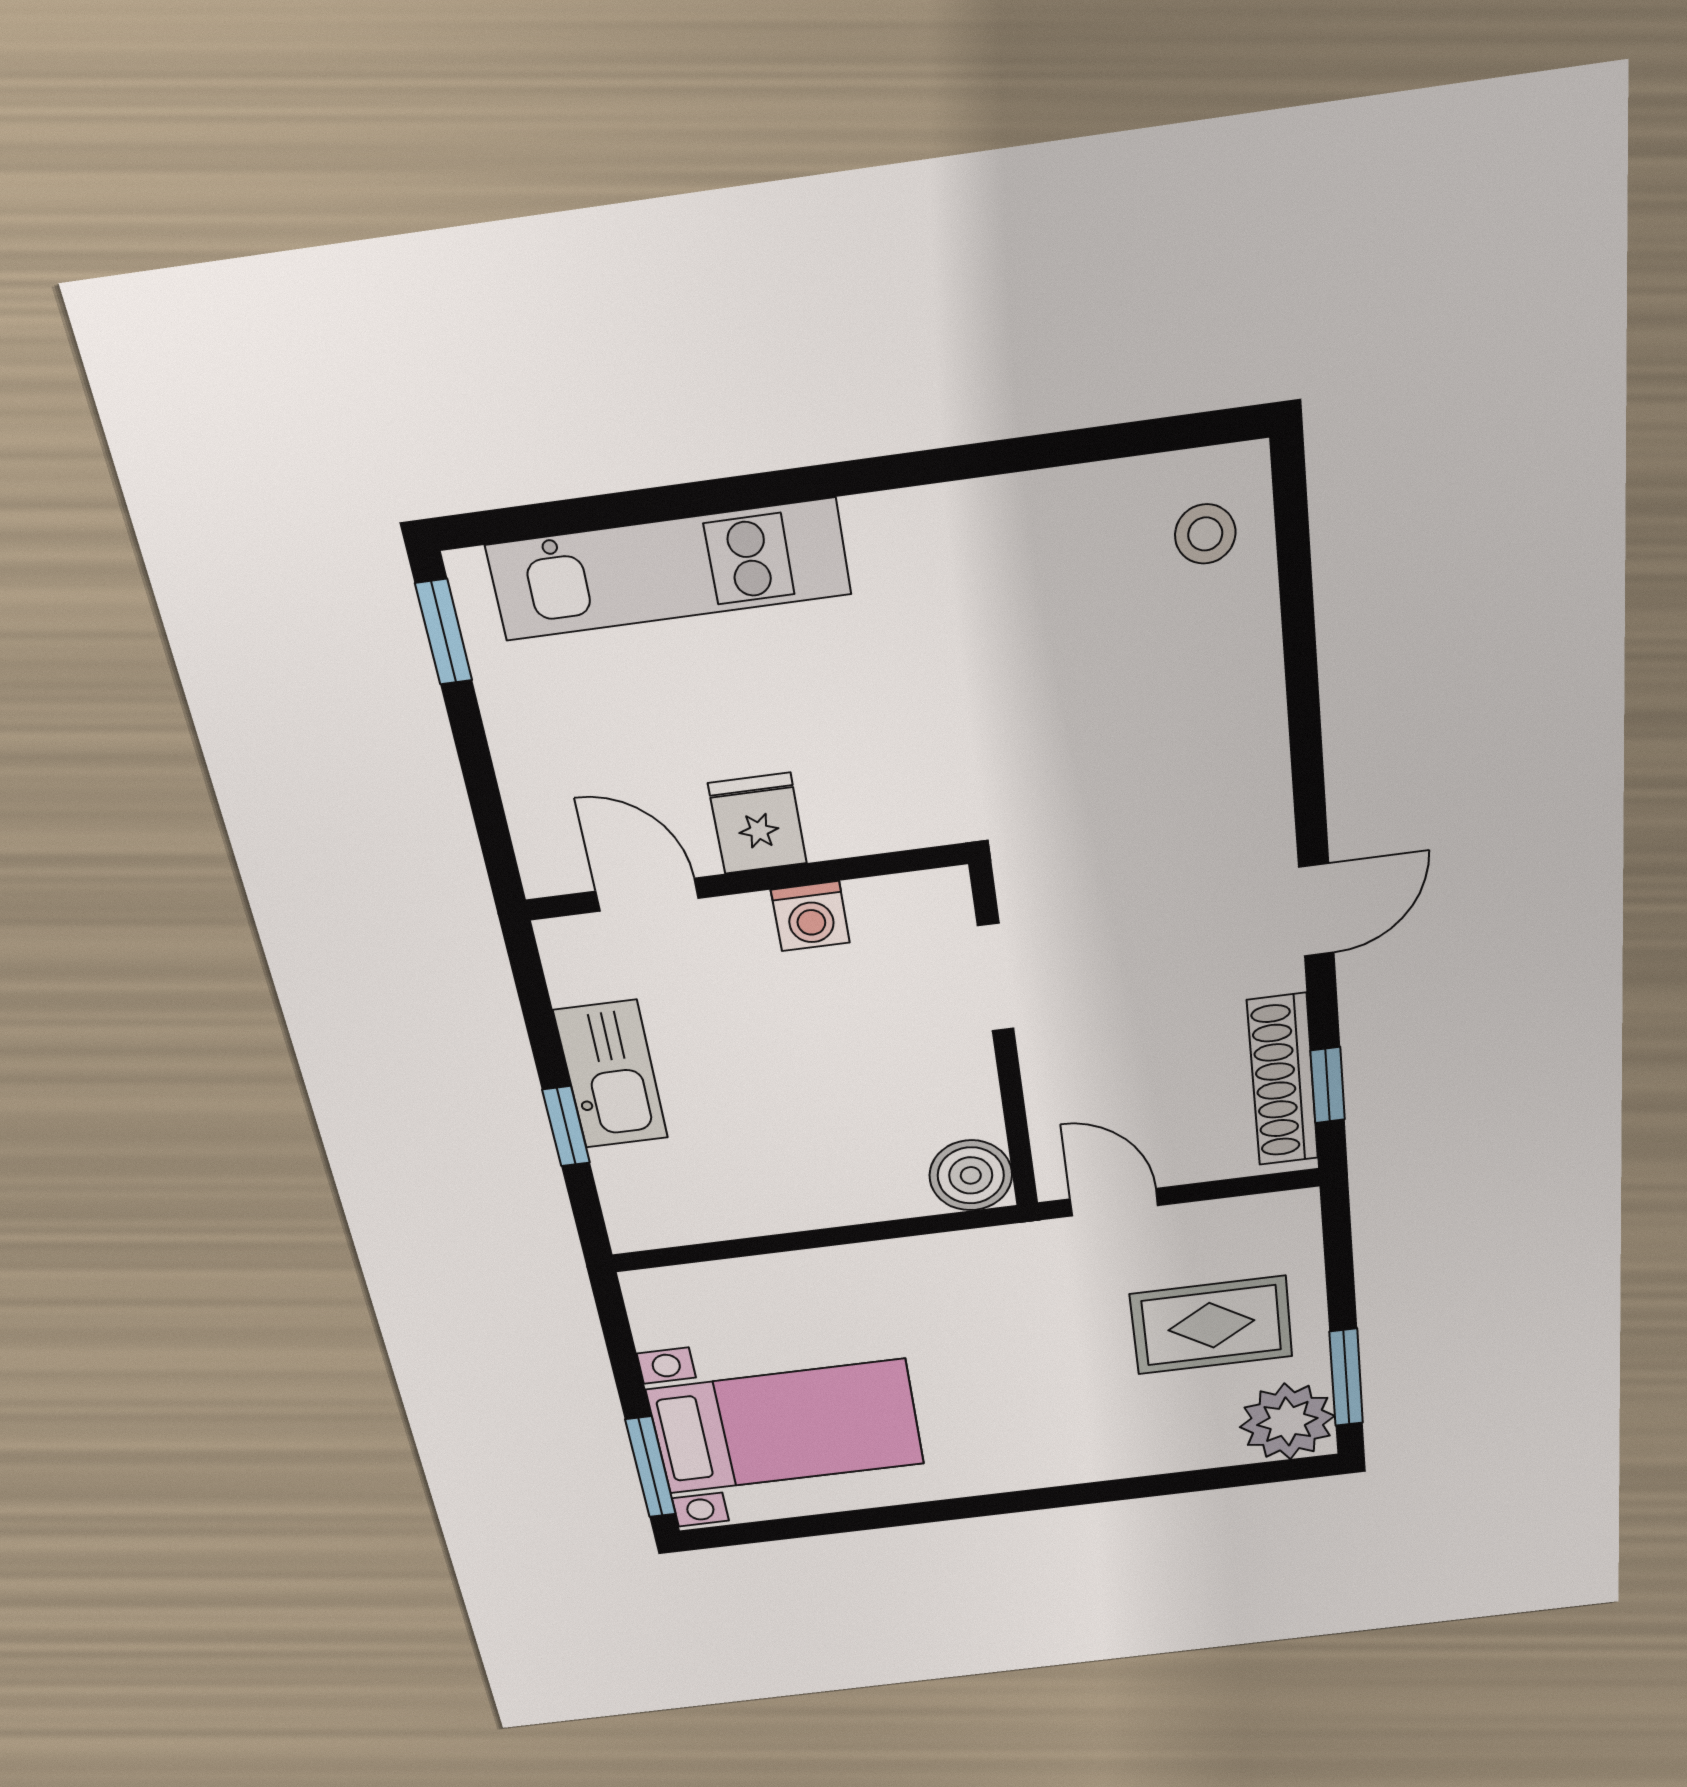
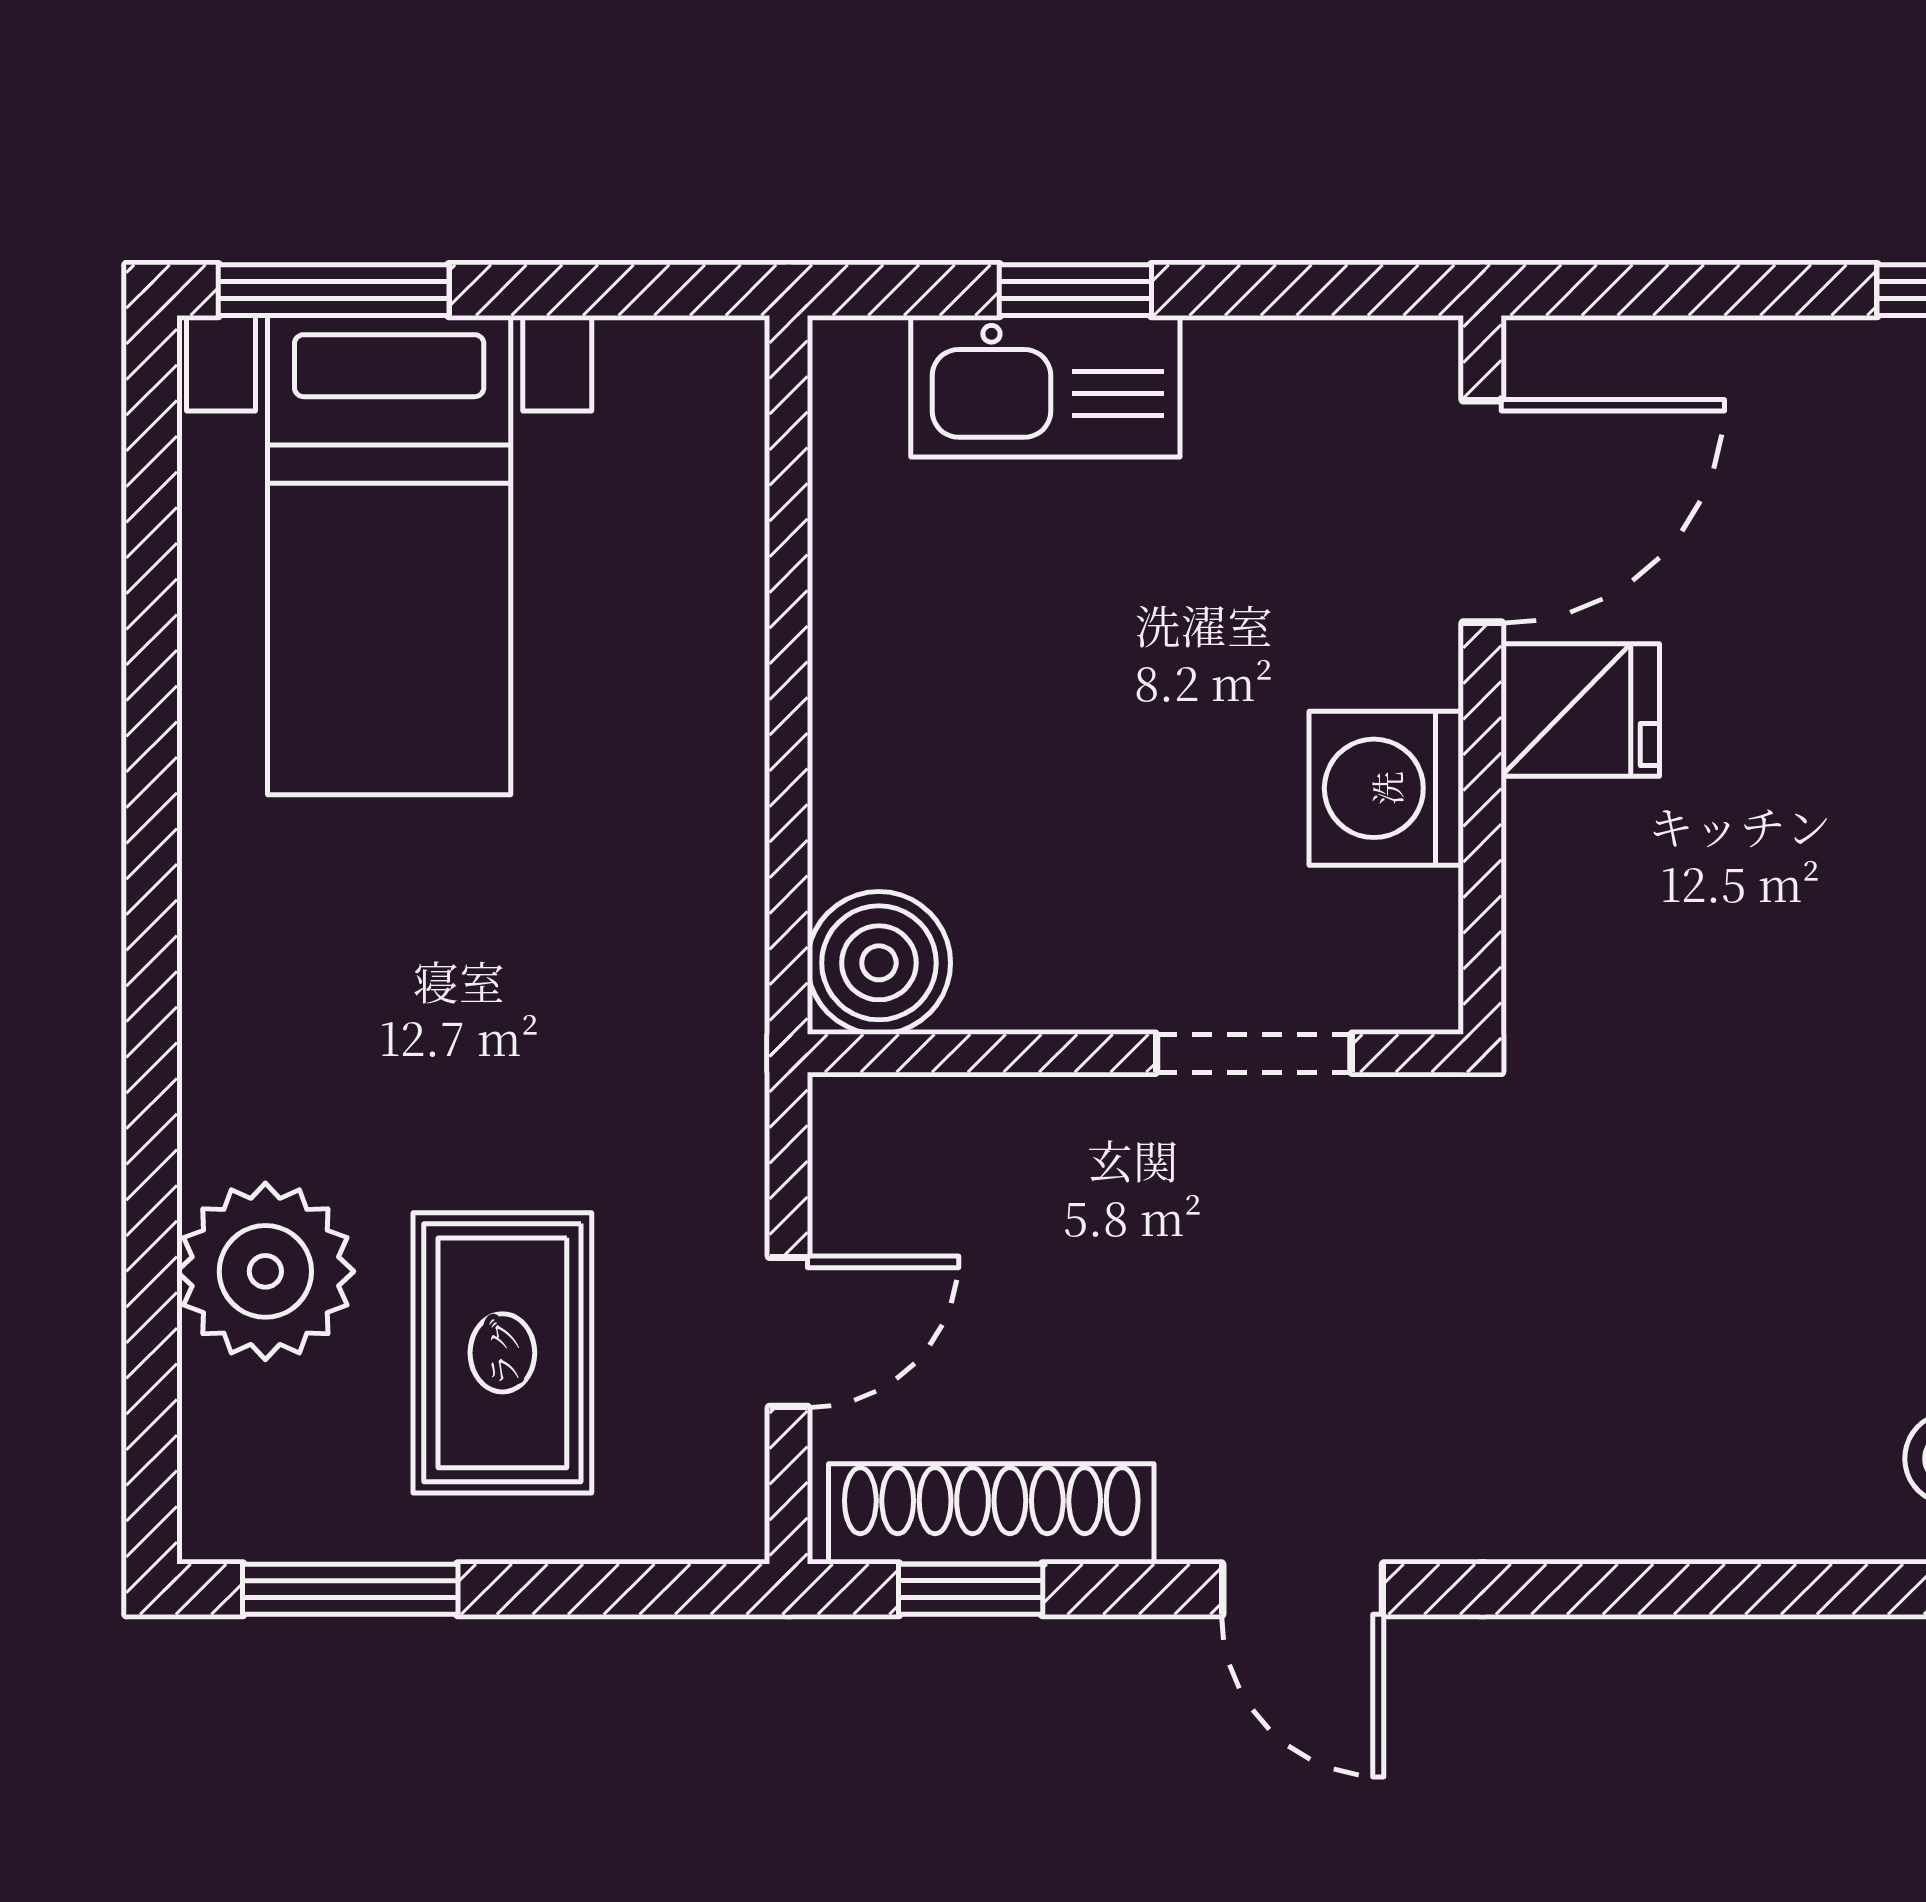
door: (647, 895) -> (1482, 511), width x1.37
washing machine: (810, 916) -> (1386, 788), width x1.38, depth x1.38
kitchen sink: (611, 1075) -> (1045, 386), moved
door: (1114, 1202) -> (789, 1332), moved
plant: (1287, 1422) -> (265, 1271), moved

